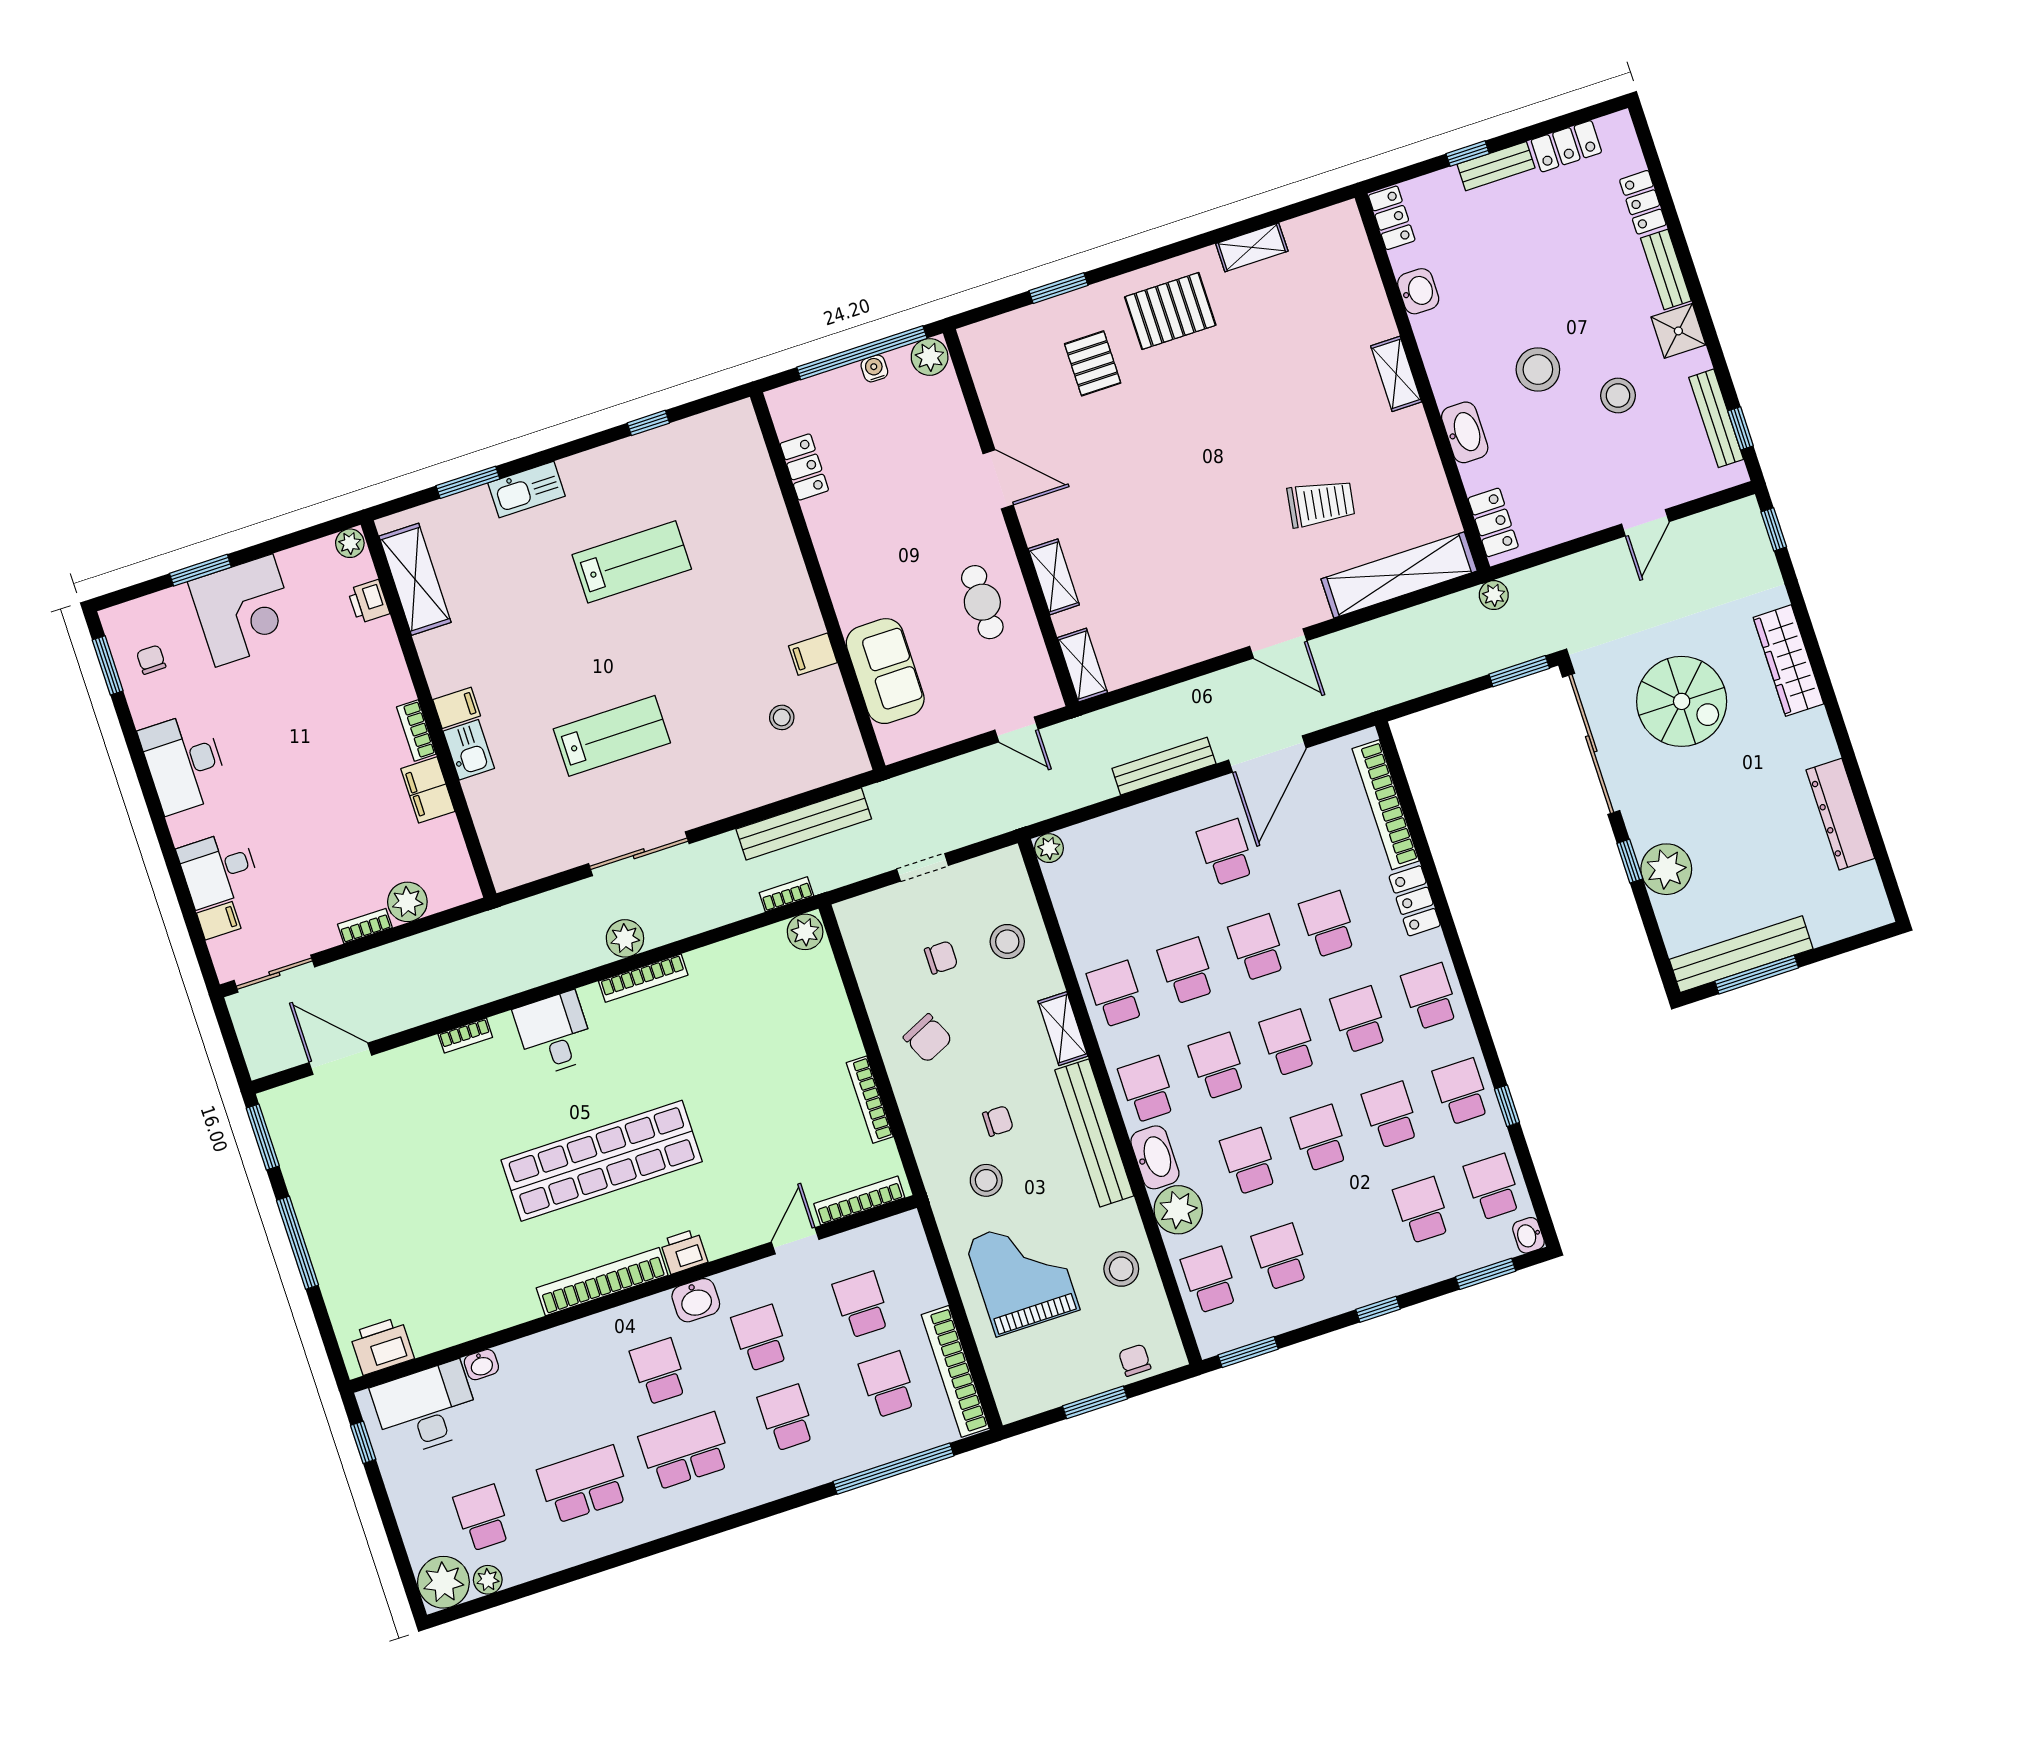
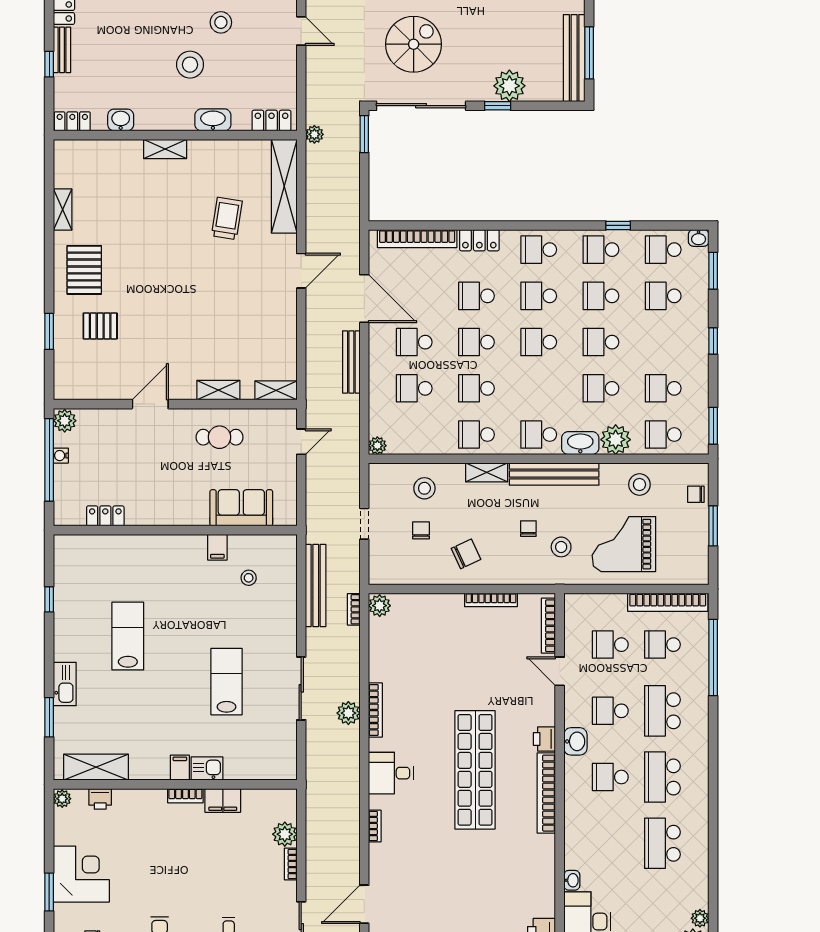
school desk: (1218, 1066) -> (414, 388), moved
school desk: (786, 1418) -> (662, 711), width x1.85
school desk: (482, 1518) -> (662, 909), removed

